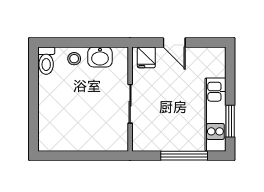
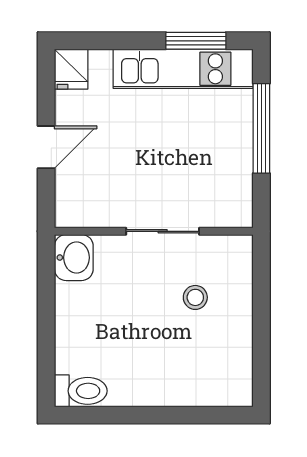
washbasin: (100, 57) -> (74, 258), moved
fridge: (146, 57) -> (71, 69), moved, turned 90
stool: (74, 59) -> (195, 297), moved

